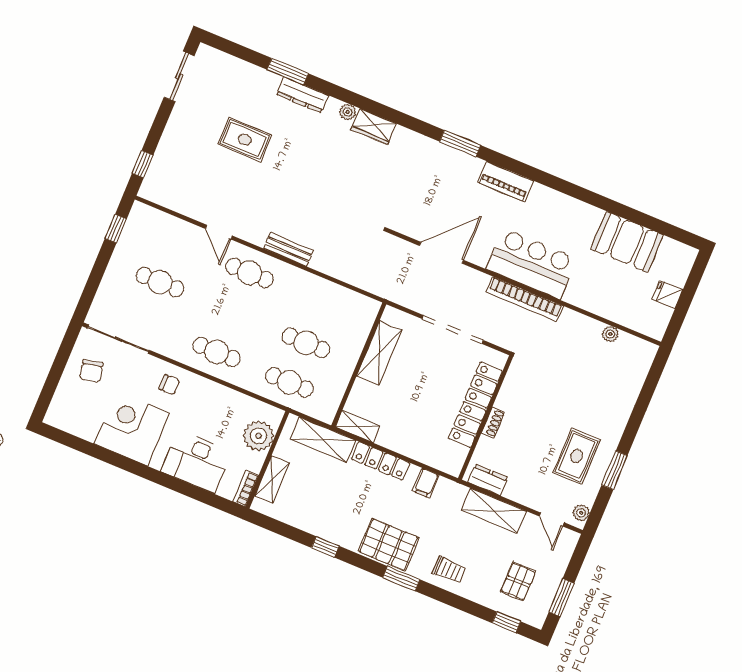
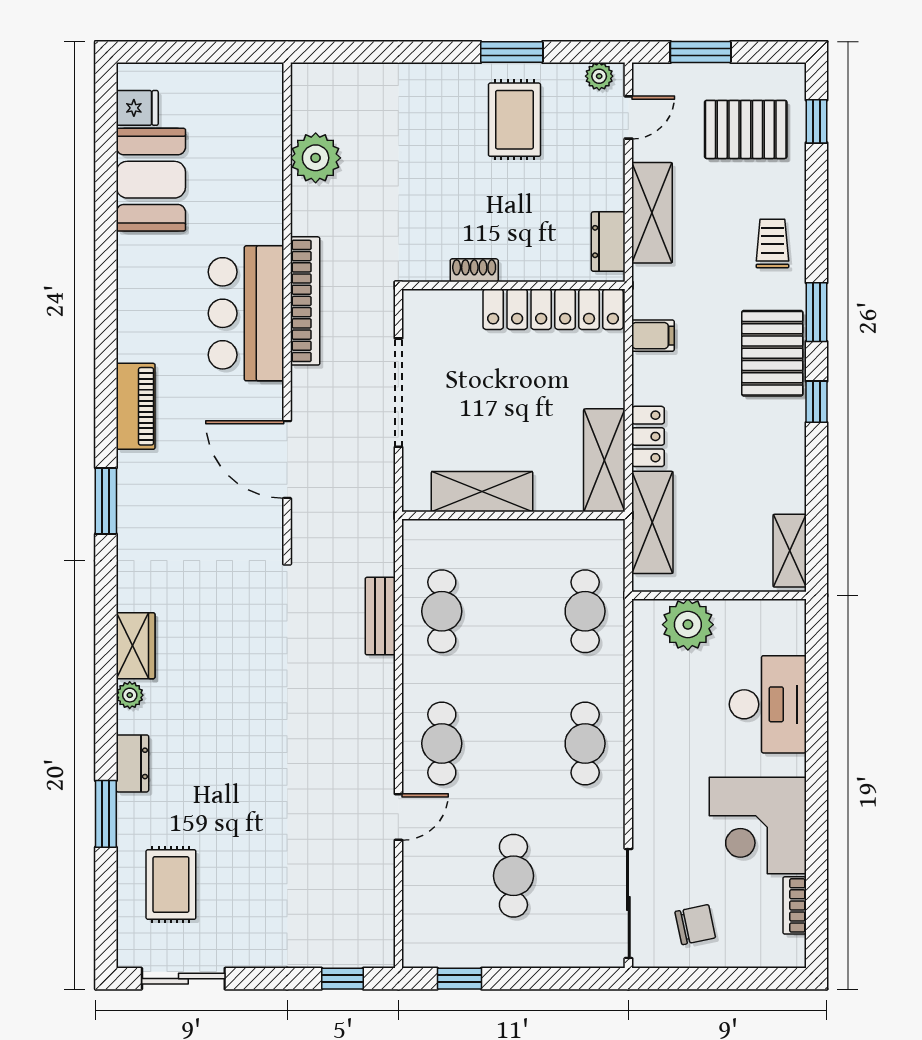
dresser: (303, 95) -> (132, 763), width x0.70
rug: (245, 140) -> (171, 885), moved
bench: (288, 249) -> (380, 616), moved
fridge: (667, 295) -> (137, 108), moved, turned -90
plant: (610, 334) -> (316, 158), width x1.88, depth x1.88
cafe table: (306, 343) -> (442, 611), moved
chair: (169, 385) -> (666, 795), removed
locker: (475, 405) -> (553, 309), moved
shoe rack: (493, 422) -> (474, 270), moved
shelving: (358, 426) -> (604, 460), width x1.50, depth x1.33
rug: (577, 456) -> (514, 120), turned 90
locker: (381, 461) -> (648, 436), width x0.66
shelving: (272, 479) -> (790, 551), moved, turned 90
bookcase: (246, 488) -> (795, 905), moved, turned 90
window: (325, 547) -> (817, 402), moved
pallet: (518, 581) -> (746, 129), width x1.50, depth x1.42
window: (562, 598) -> (701, 52), moved

